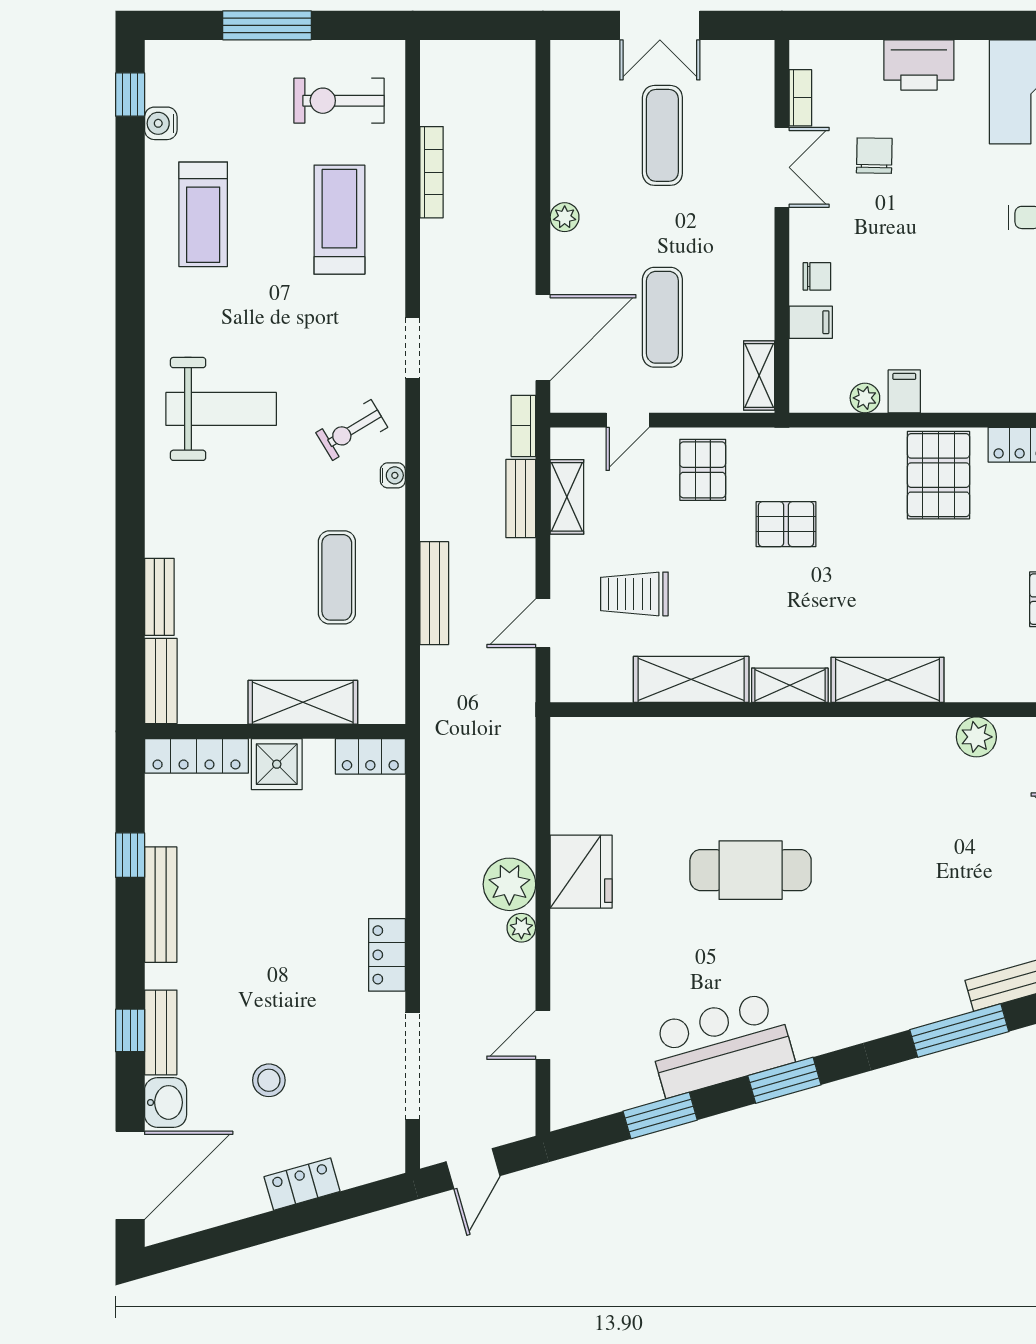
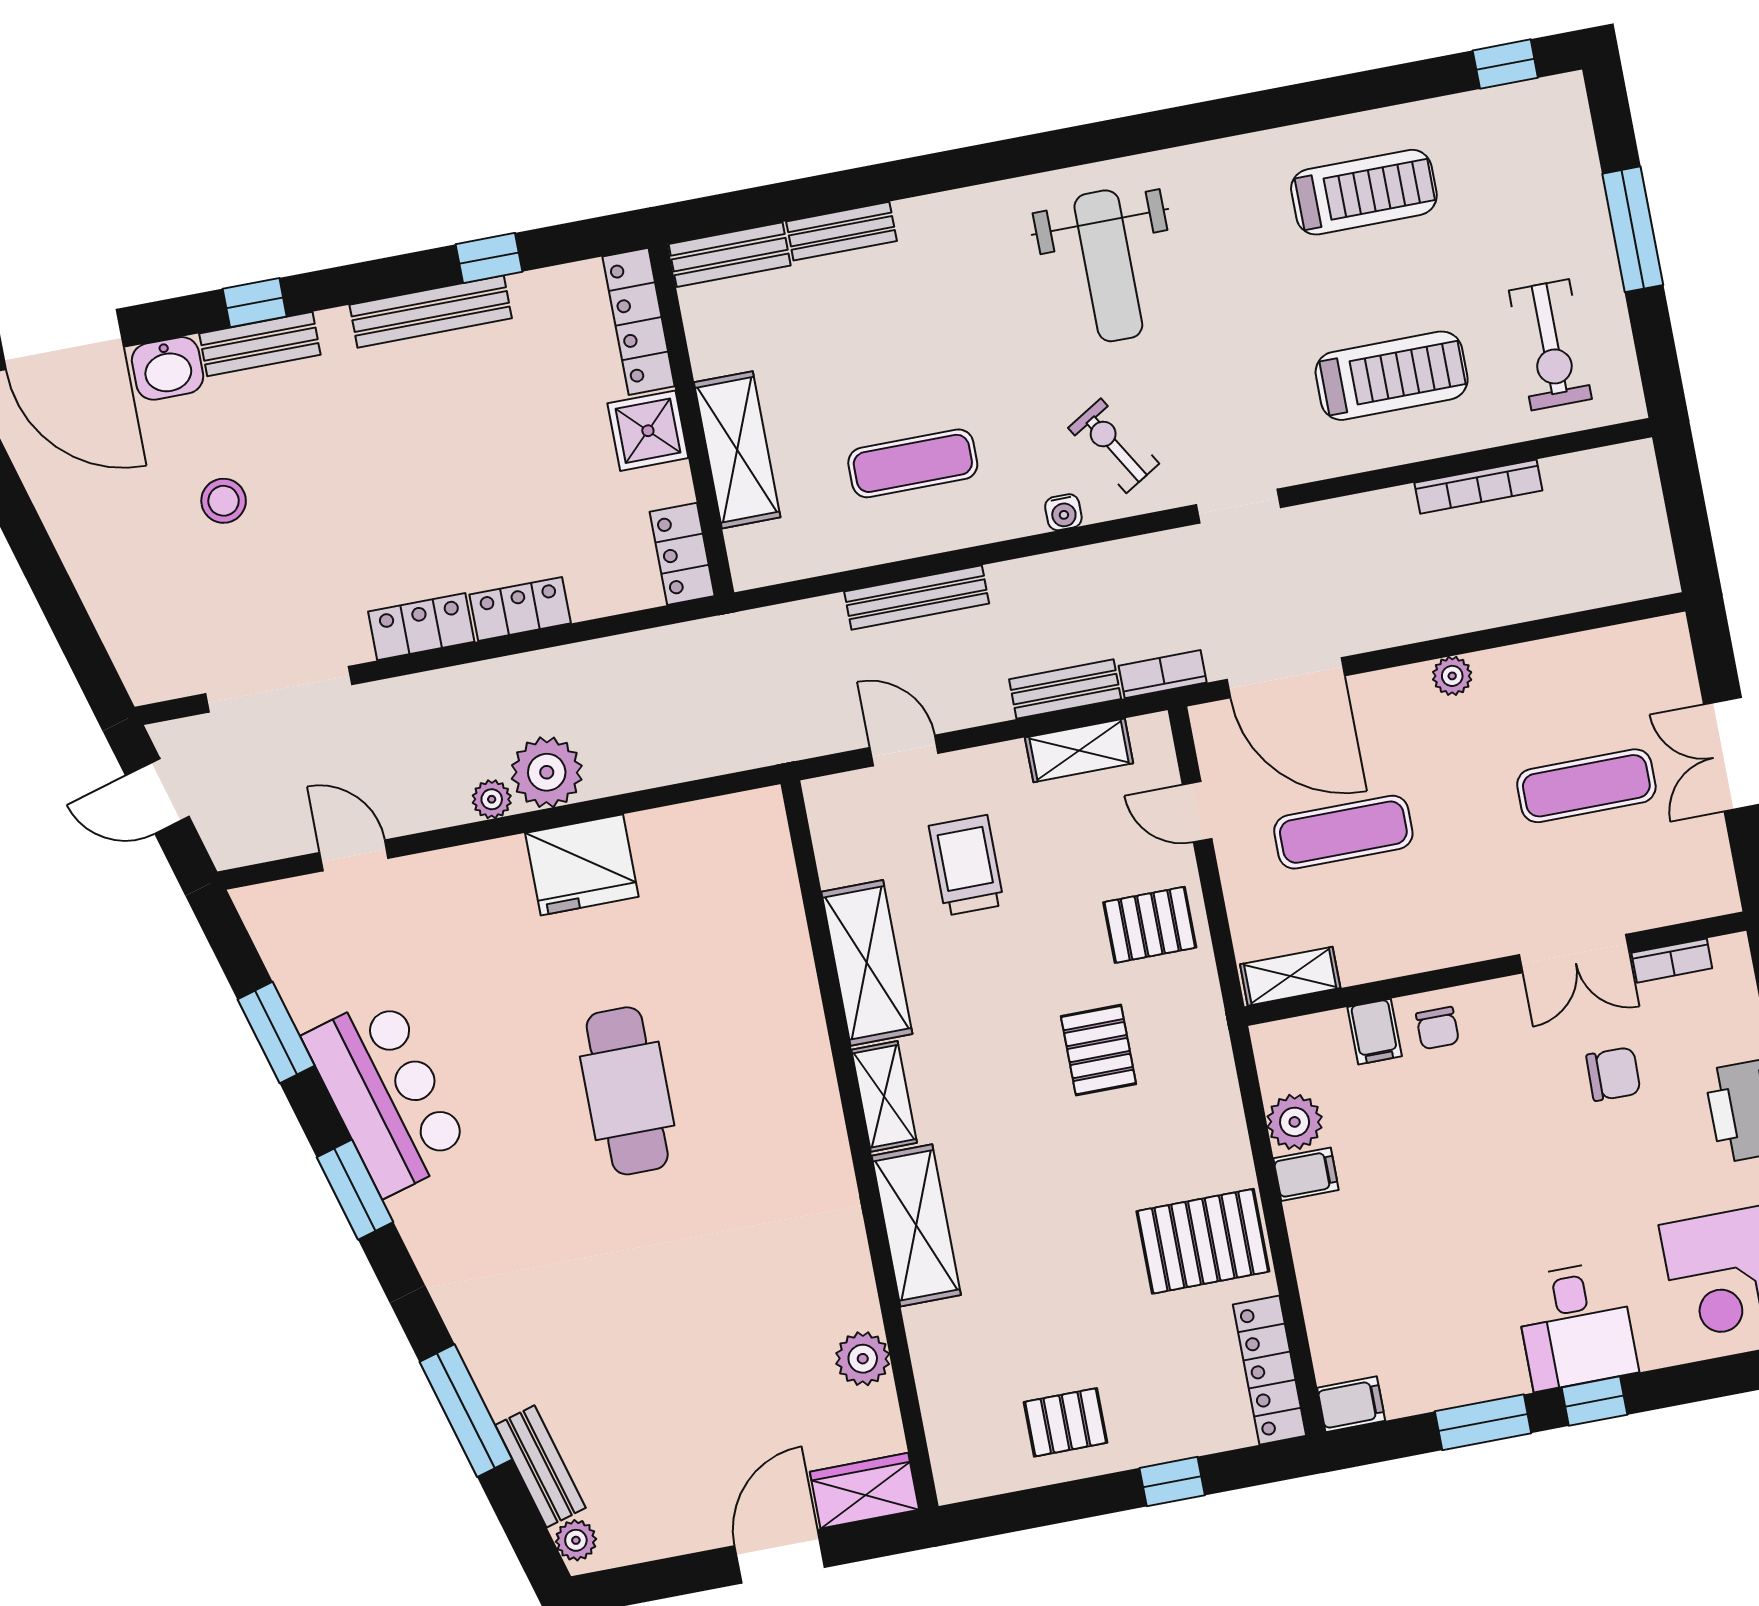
exercise bike: (339, 101) -> (1550, 345), turned 180
water cooler: (161, 123) -> (1475, 112), removed
treadmill: (203, 214) -> (1364, 192), turned 180
plant: (865, 398) -> (1295, 1122), width x1.38, depth x1.38
locker: (302, 1184) -> (520, 609), moved, turned -74

